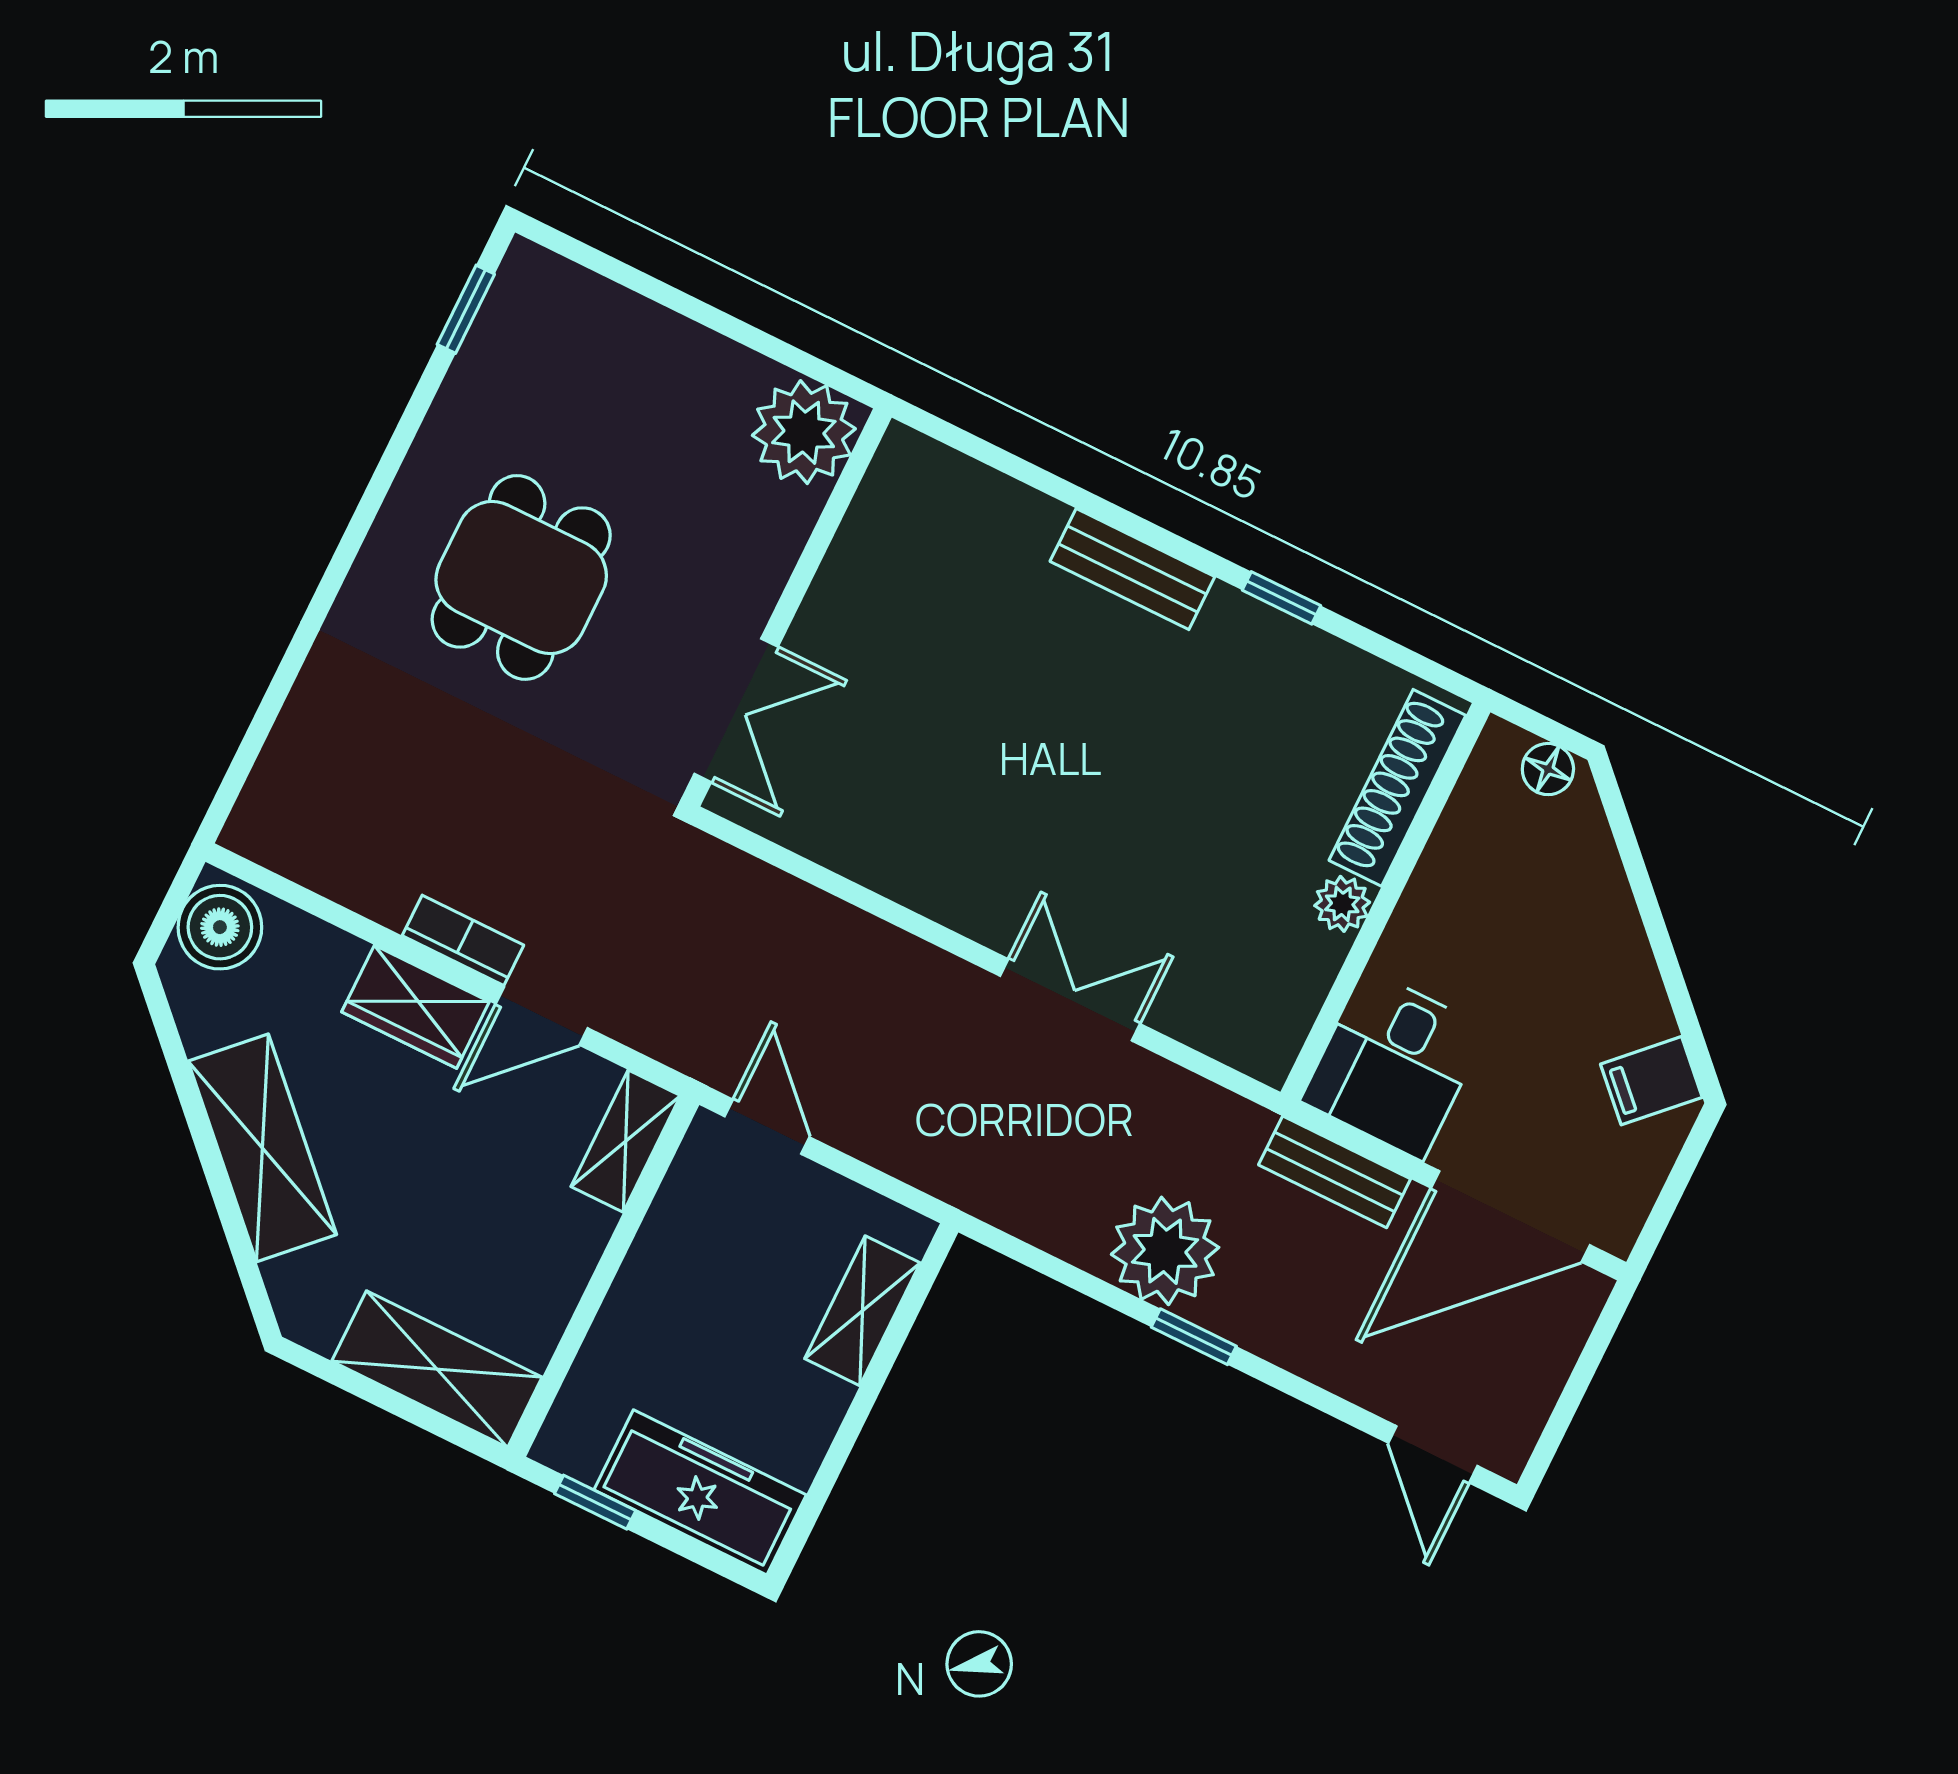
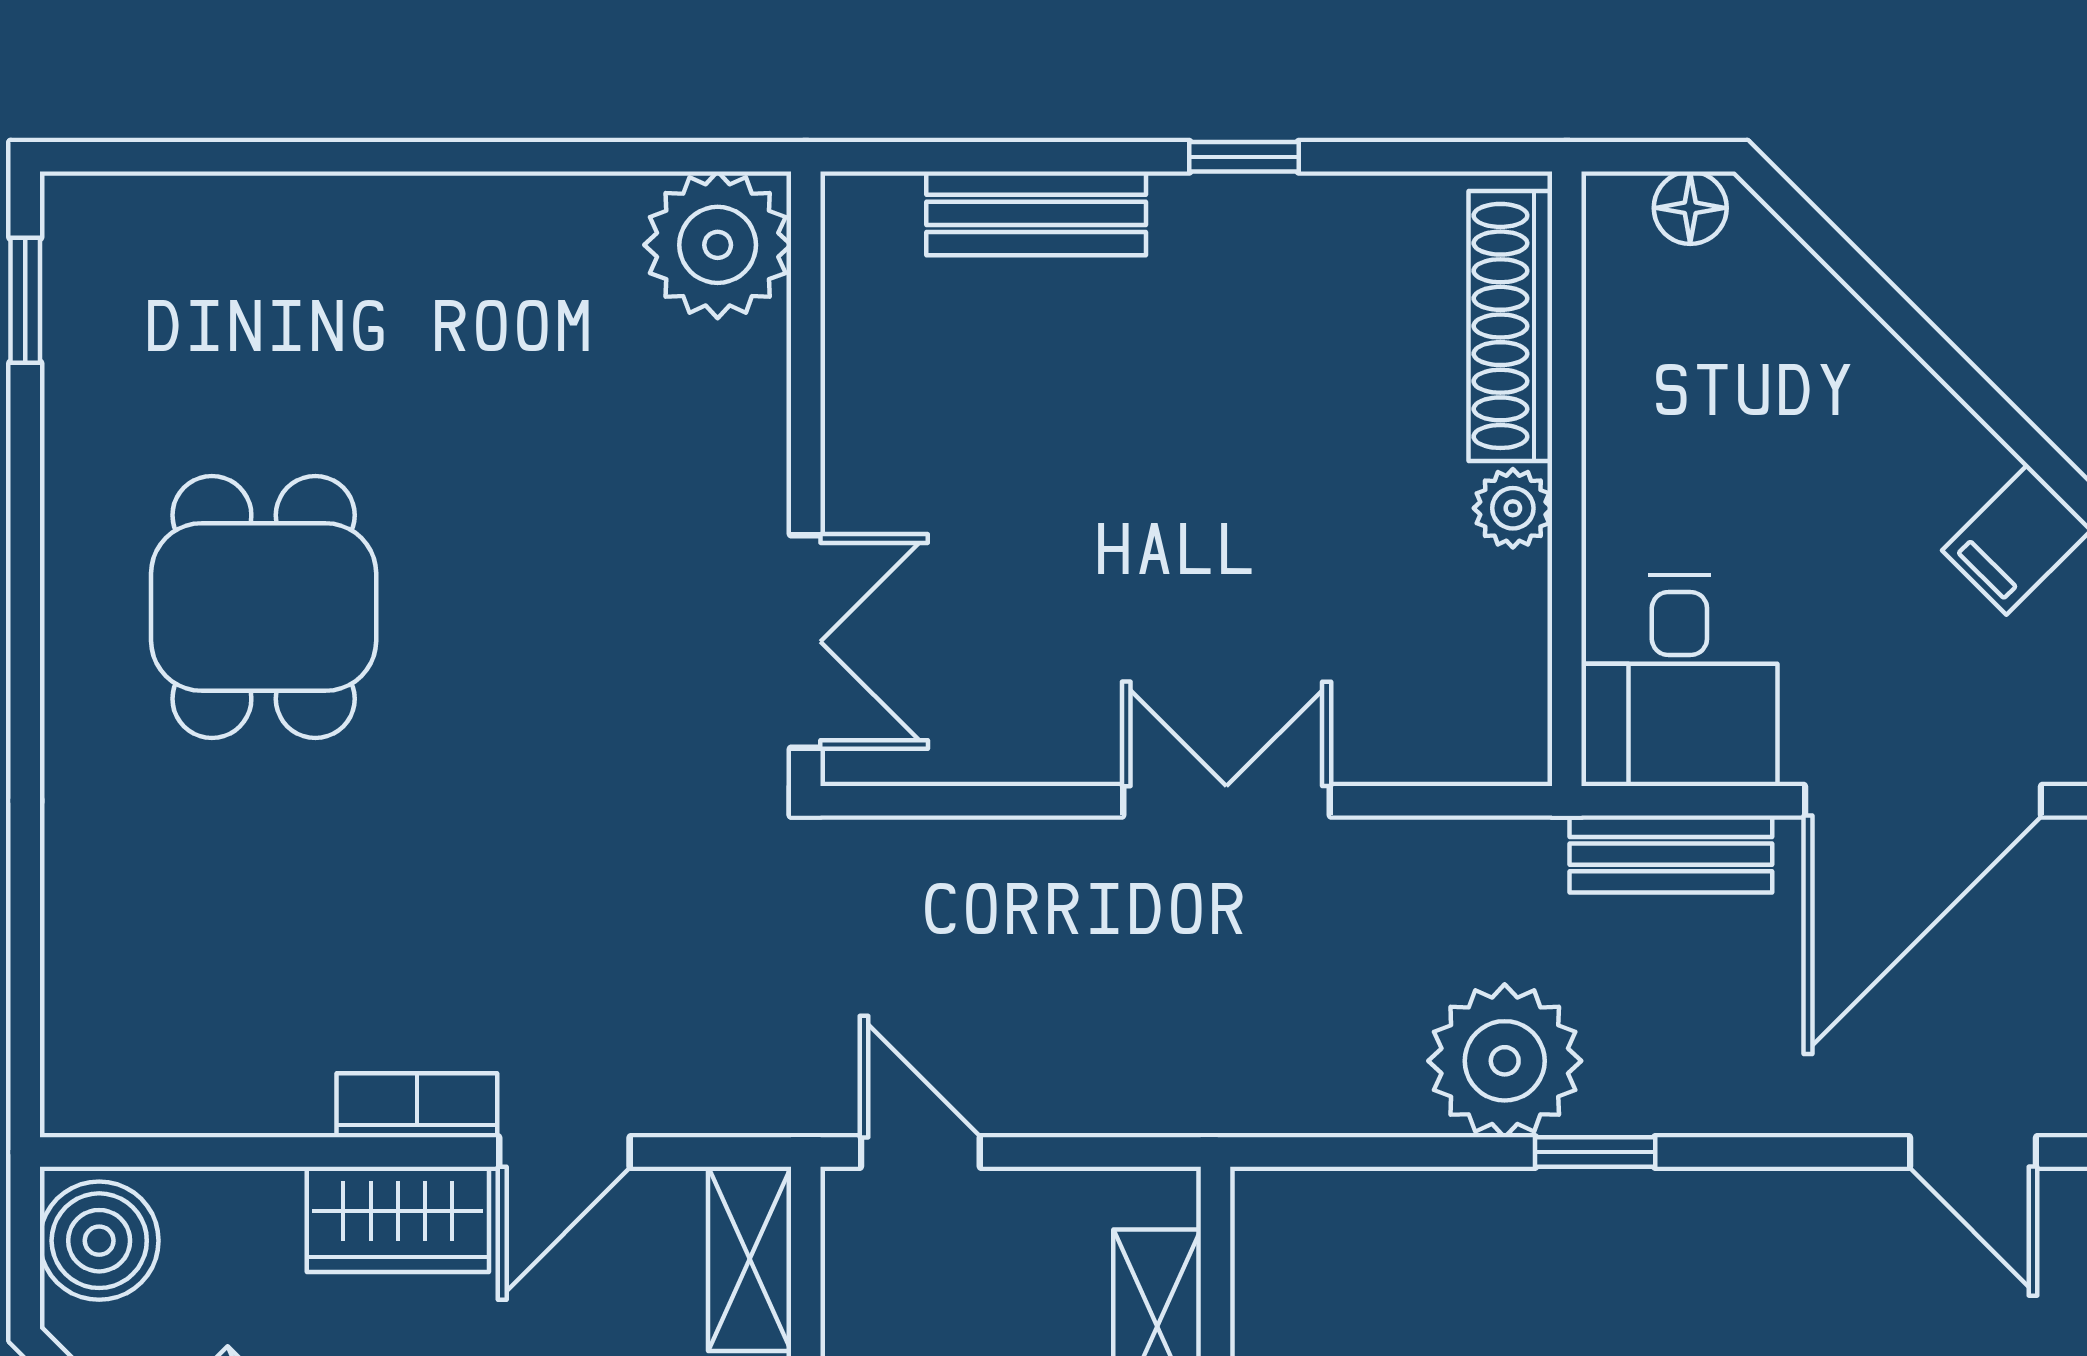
plant: (804, 432) -> (718, 245), moved
wall: (787, 607) -> (806, 479), moved
double door: (736, 710) -> (806, 642), moved

